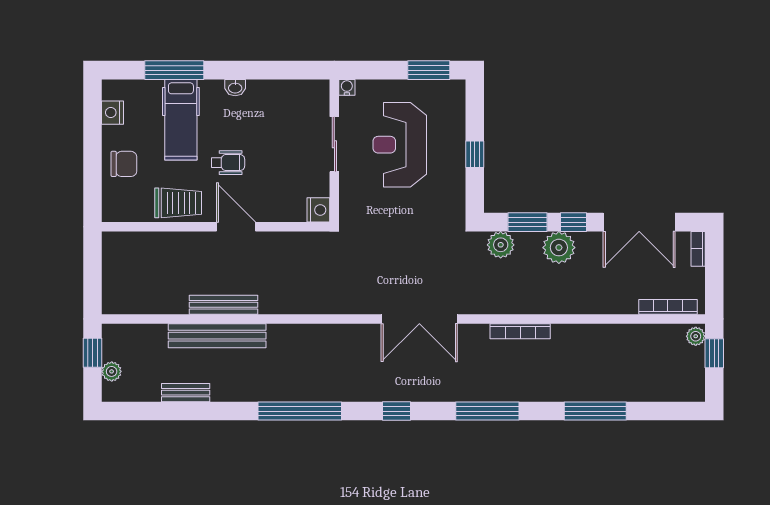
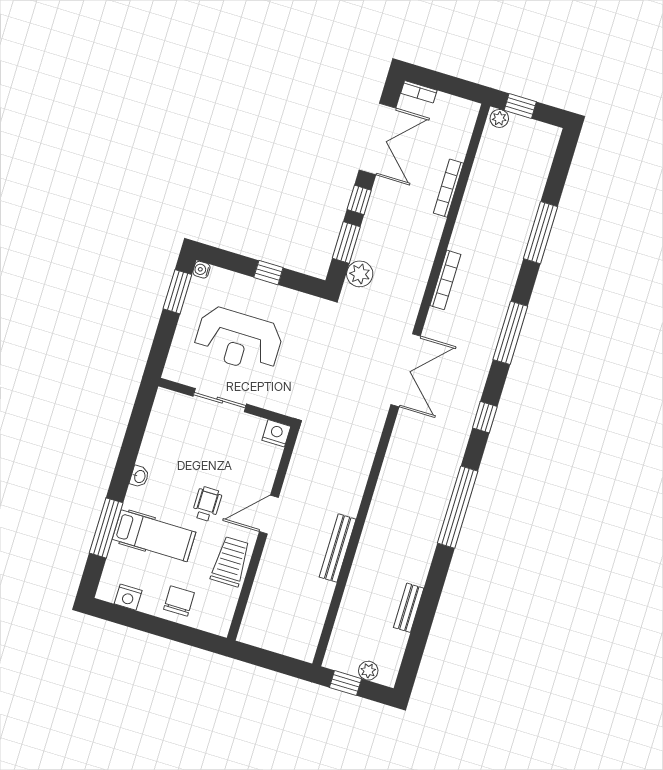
water cooler: (347, 87) -> (201, 270), moved
plant: (559, 248) -> (379, 221), removed
bookcase: (668, 307) -> (448, 188), moved
bench: (217, 336) -> (365, 563), removed

